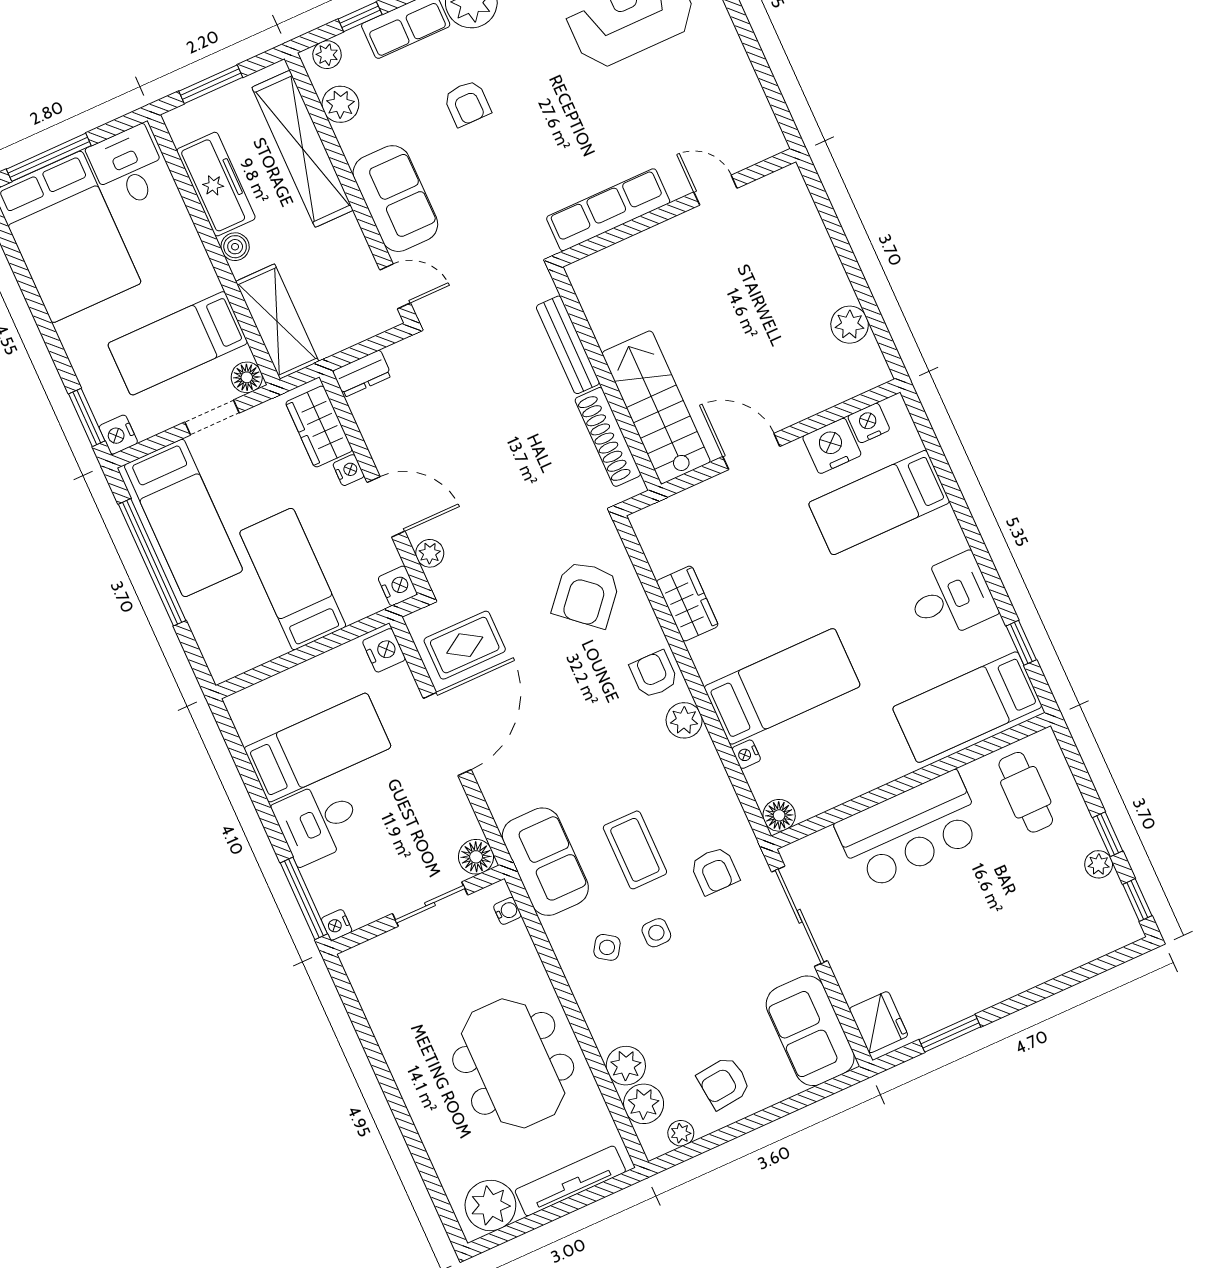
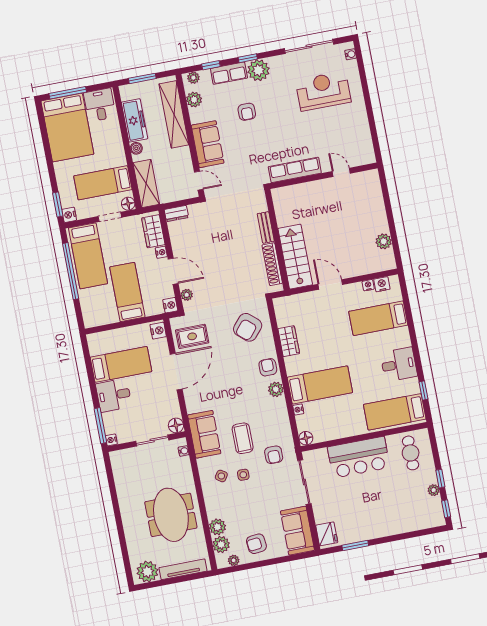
bench: (568, 345) -> (266, 227), width x0.73
nightstand: (832, 446) -> (368, 285), width x0.53, depth x0.56

